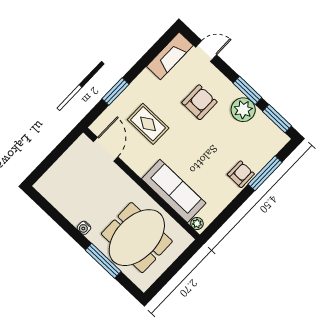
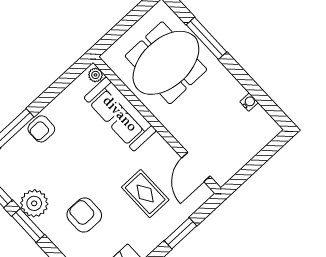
armchair: (199, 102) -> (84, 215), turned 90
water cooler: (84, 228) -> (249, 102), moved

